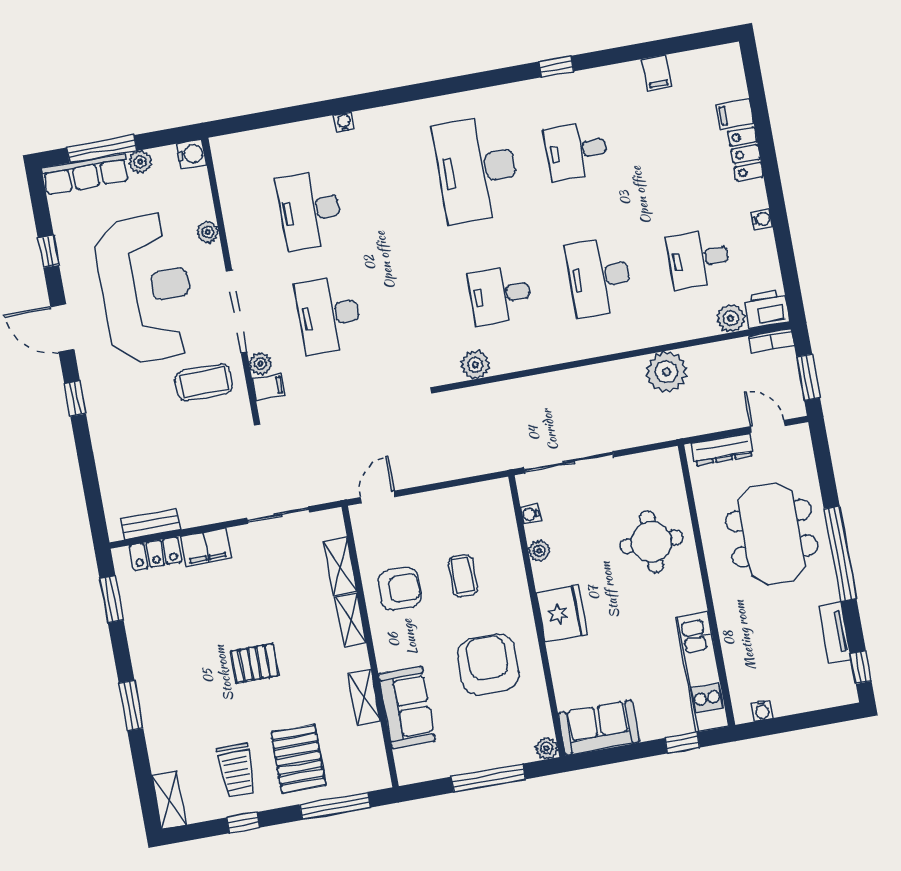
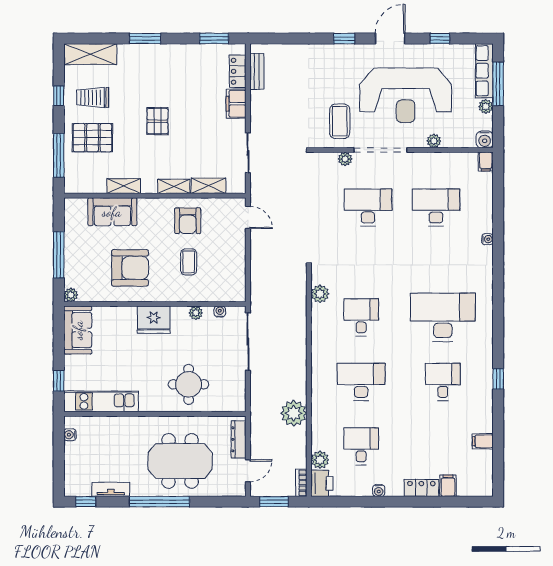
filing cabinet: (269, 387) -> (486, 162), moved
coffee table: (463, 576) -> (189, 262), turned 90
shelving: (169, 800) -> (90, 54), width x1.50, depth x1.33

